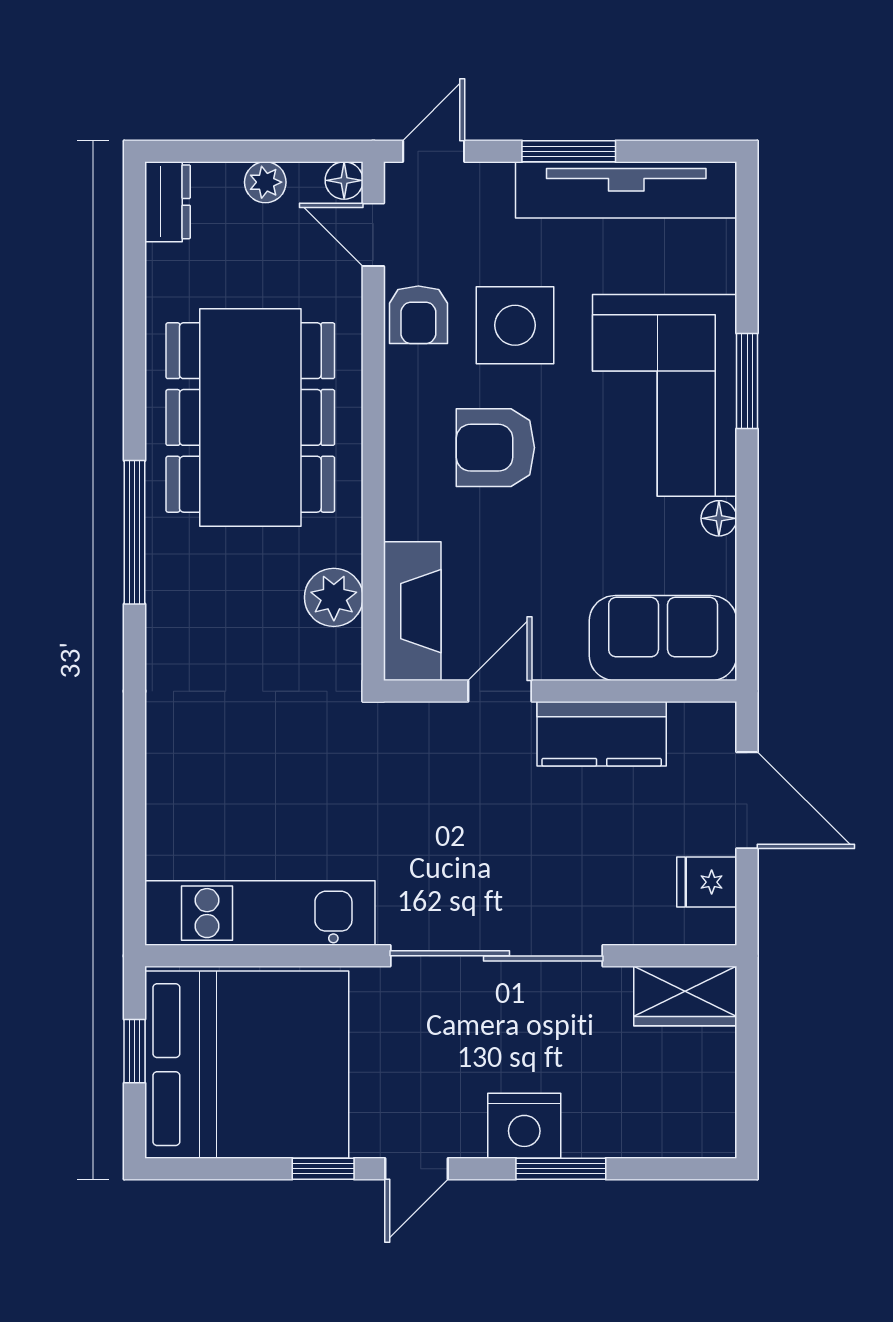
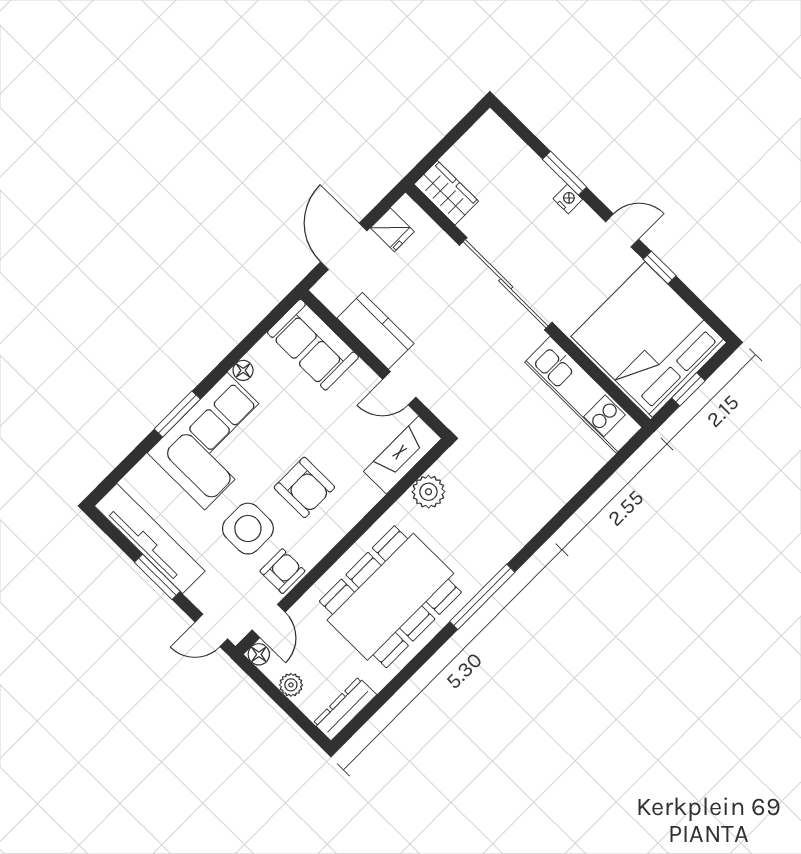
dresser: (168, 202) -> (345, 709), width x1.44
nightstand: (524, 1126) -> (568, 199), width x0.53, depth x0.56

